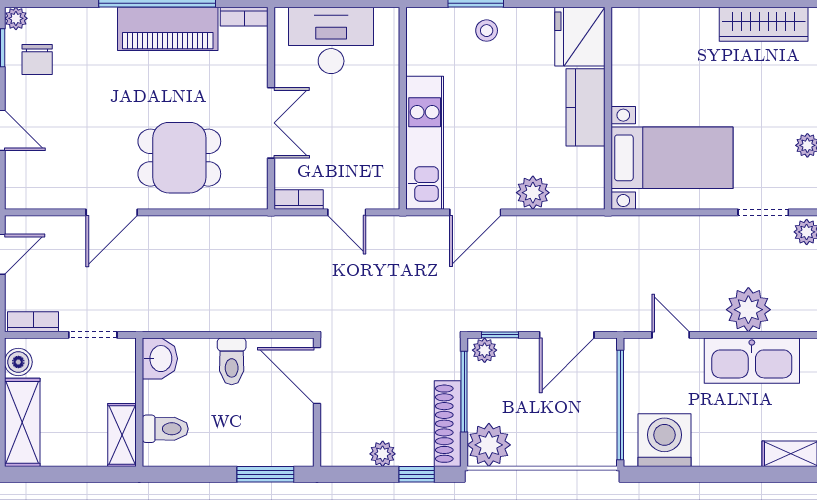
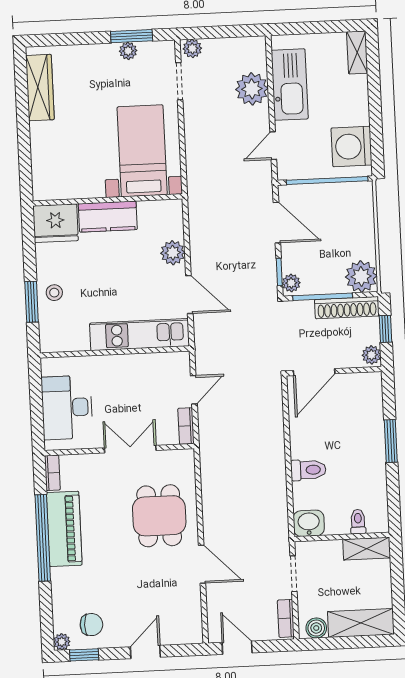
door: (317, 375) -> (314, 372), moved
wall: (317, 402) -> (334, 371), moved
toilet: (165, 429) -> (358, 522), width x0.73, depth x0.72

